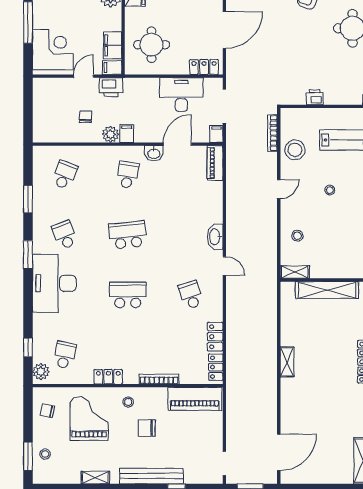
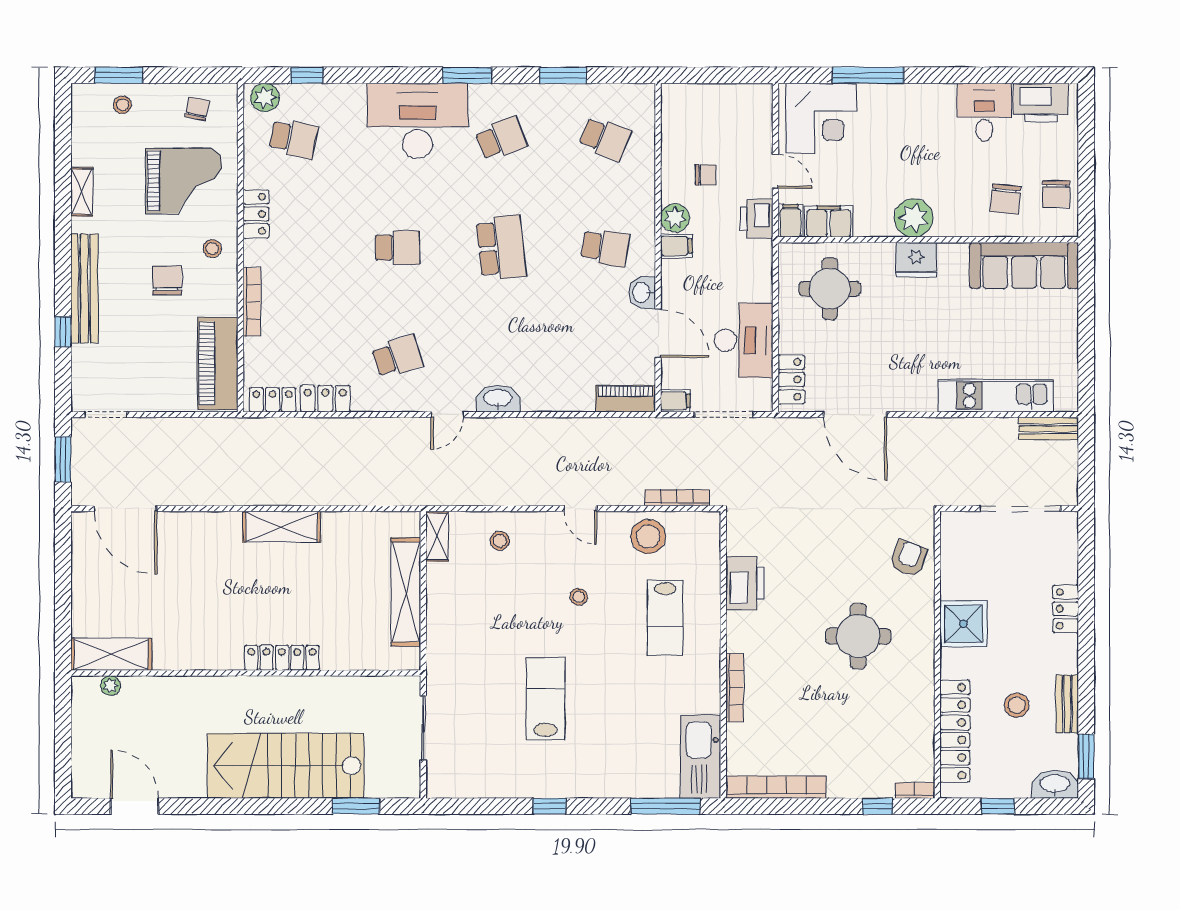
printer: (315, 97) -> (745, 583), width x1.87, depth x1.48
school desk: (128, 295) -> (397, 248), width x0.54
shelving: (287, 362) -> (282, 527), width x1.50, depth x1.33

